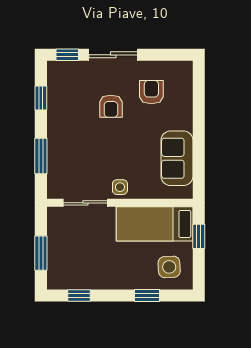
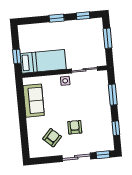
armchair: (151, 92) -> (52, 138), turned -137
side table: (169, 267) -> (32, 37), removed
window: (147, 296) -> (57, 18), moved

